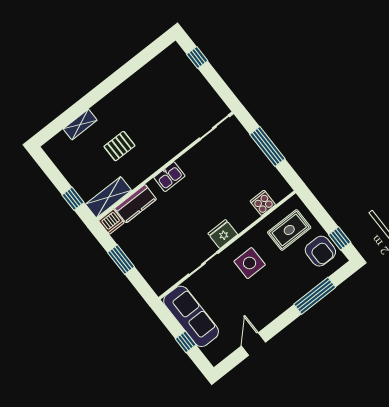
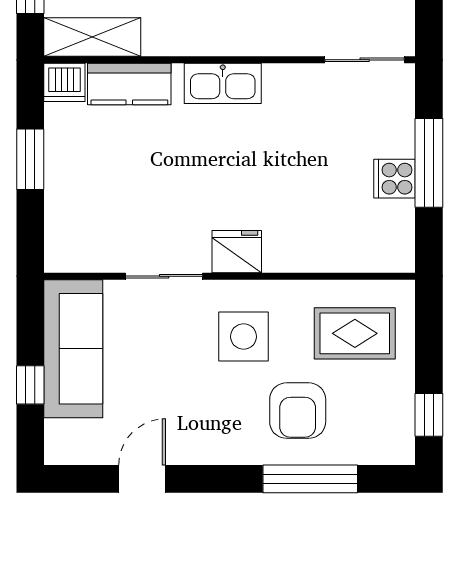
kitchen sink: (169, 177) -> (223, 83), width x1.38
cooker: (263, 203) -> (395, 179), moved, turned -90
armchair: (320, 251) -> (298, 411), moved

